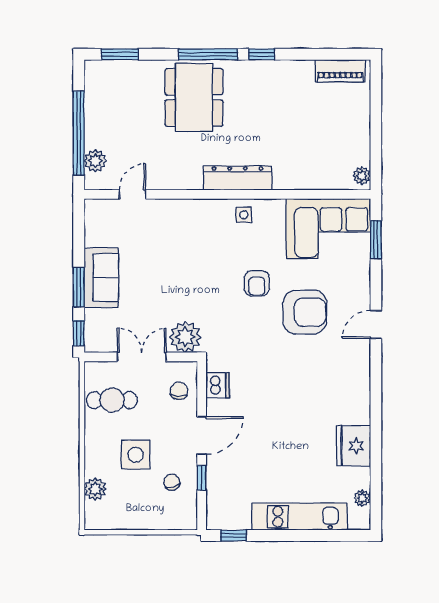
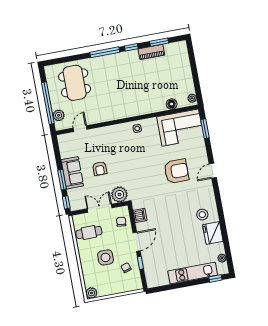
window: (120, 54) -> (159, 42), moved
piano: (340, 71) -> (151, 52), moved
dining table: (194, 97) -> (75, 83), moved
dresser: (237, 178) -> (131, 111), removed
floor lamp: (320, 180) -> (172, 104), added
armchair: (257, 283) -> (100, 169), moved
stool: (340, 406) -> (202, 215), added
plant: (95, 489) -> (91, 293), moved
window: (234, 535) -> (215, 278), moved

